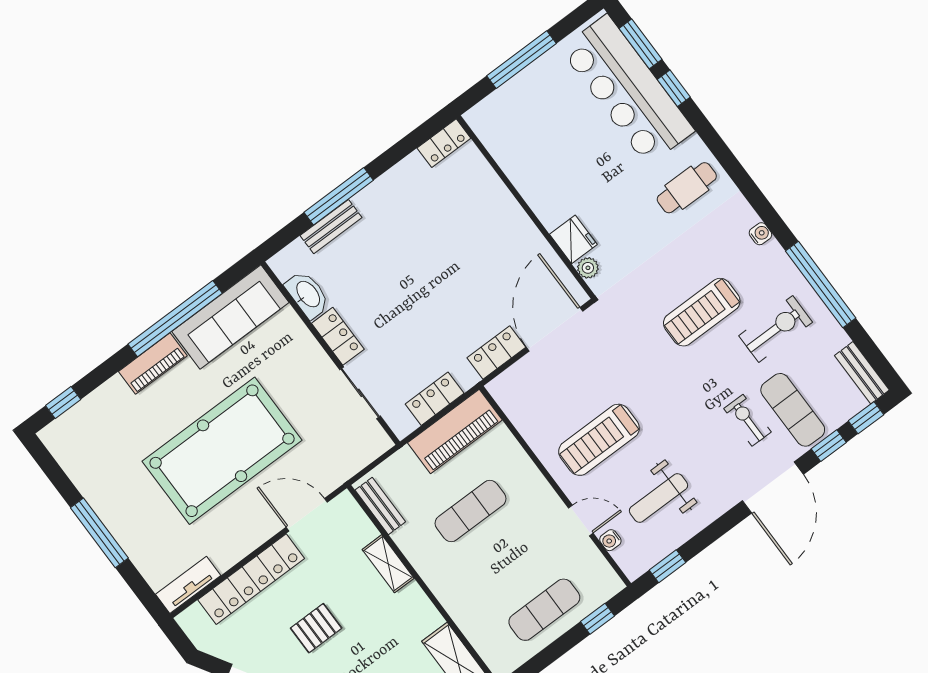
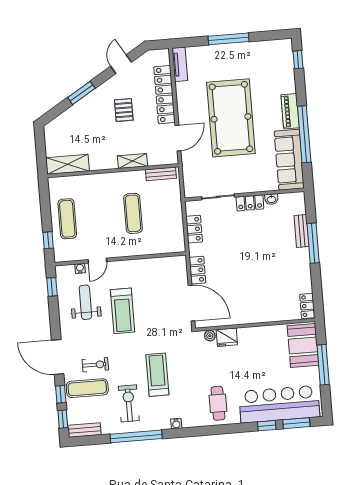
booth: (511, 111) -> (303, 345), added
washbasin: (308, 295) -> (271, 199), width x0.52, depth x0.69
exercise bike: (776, 329) -> (129, 403), turned 180
piano: (455, 431) -> (173, 229), removed
treadmill: (599, 440) -> (123, 311), moved, turned 180

